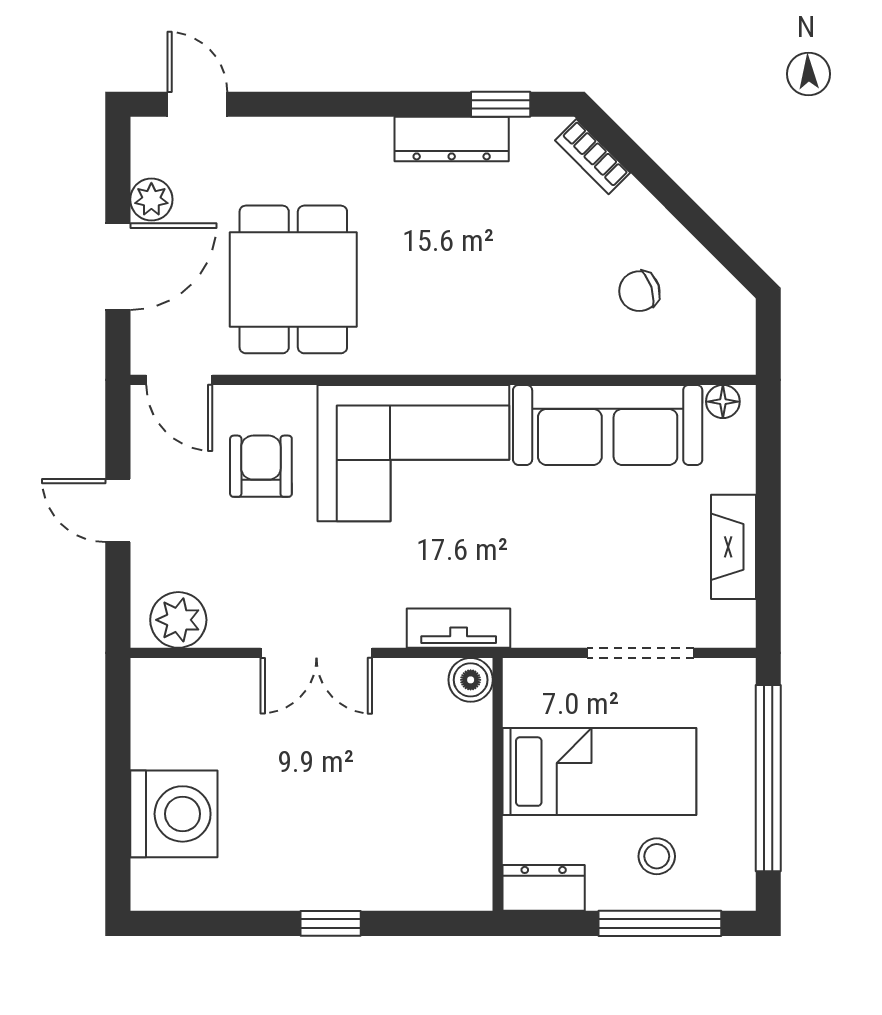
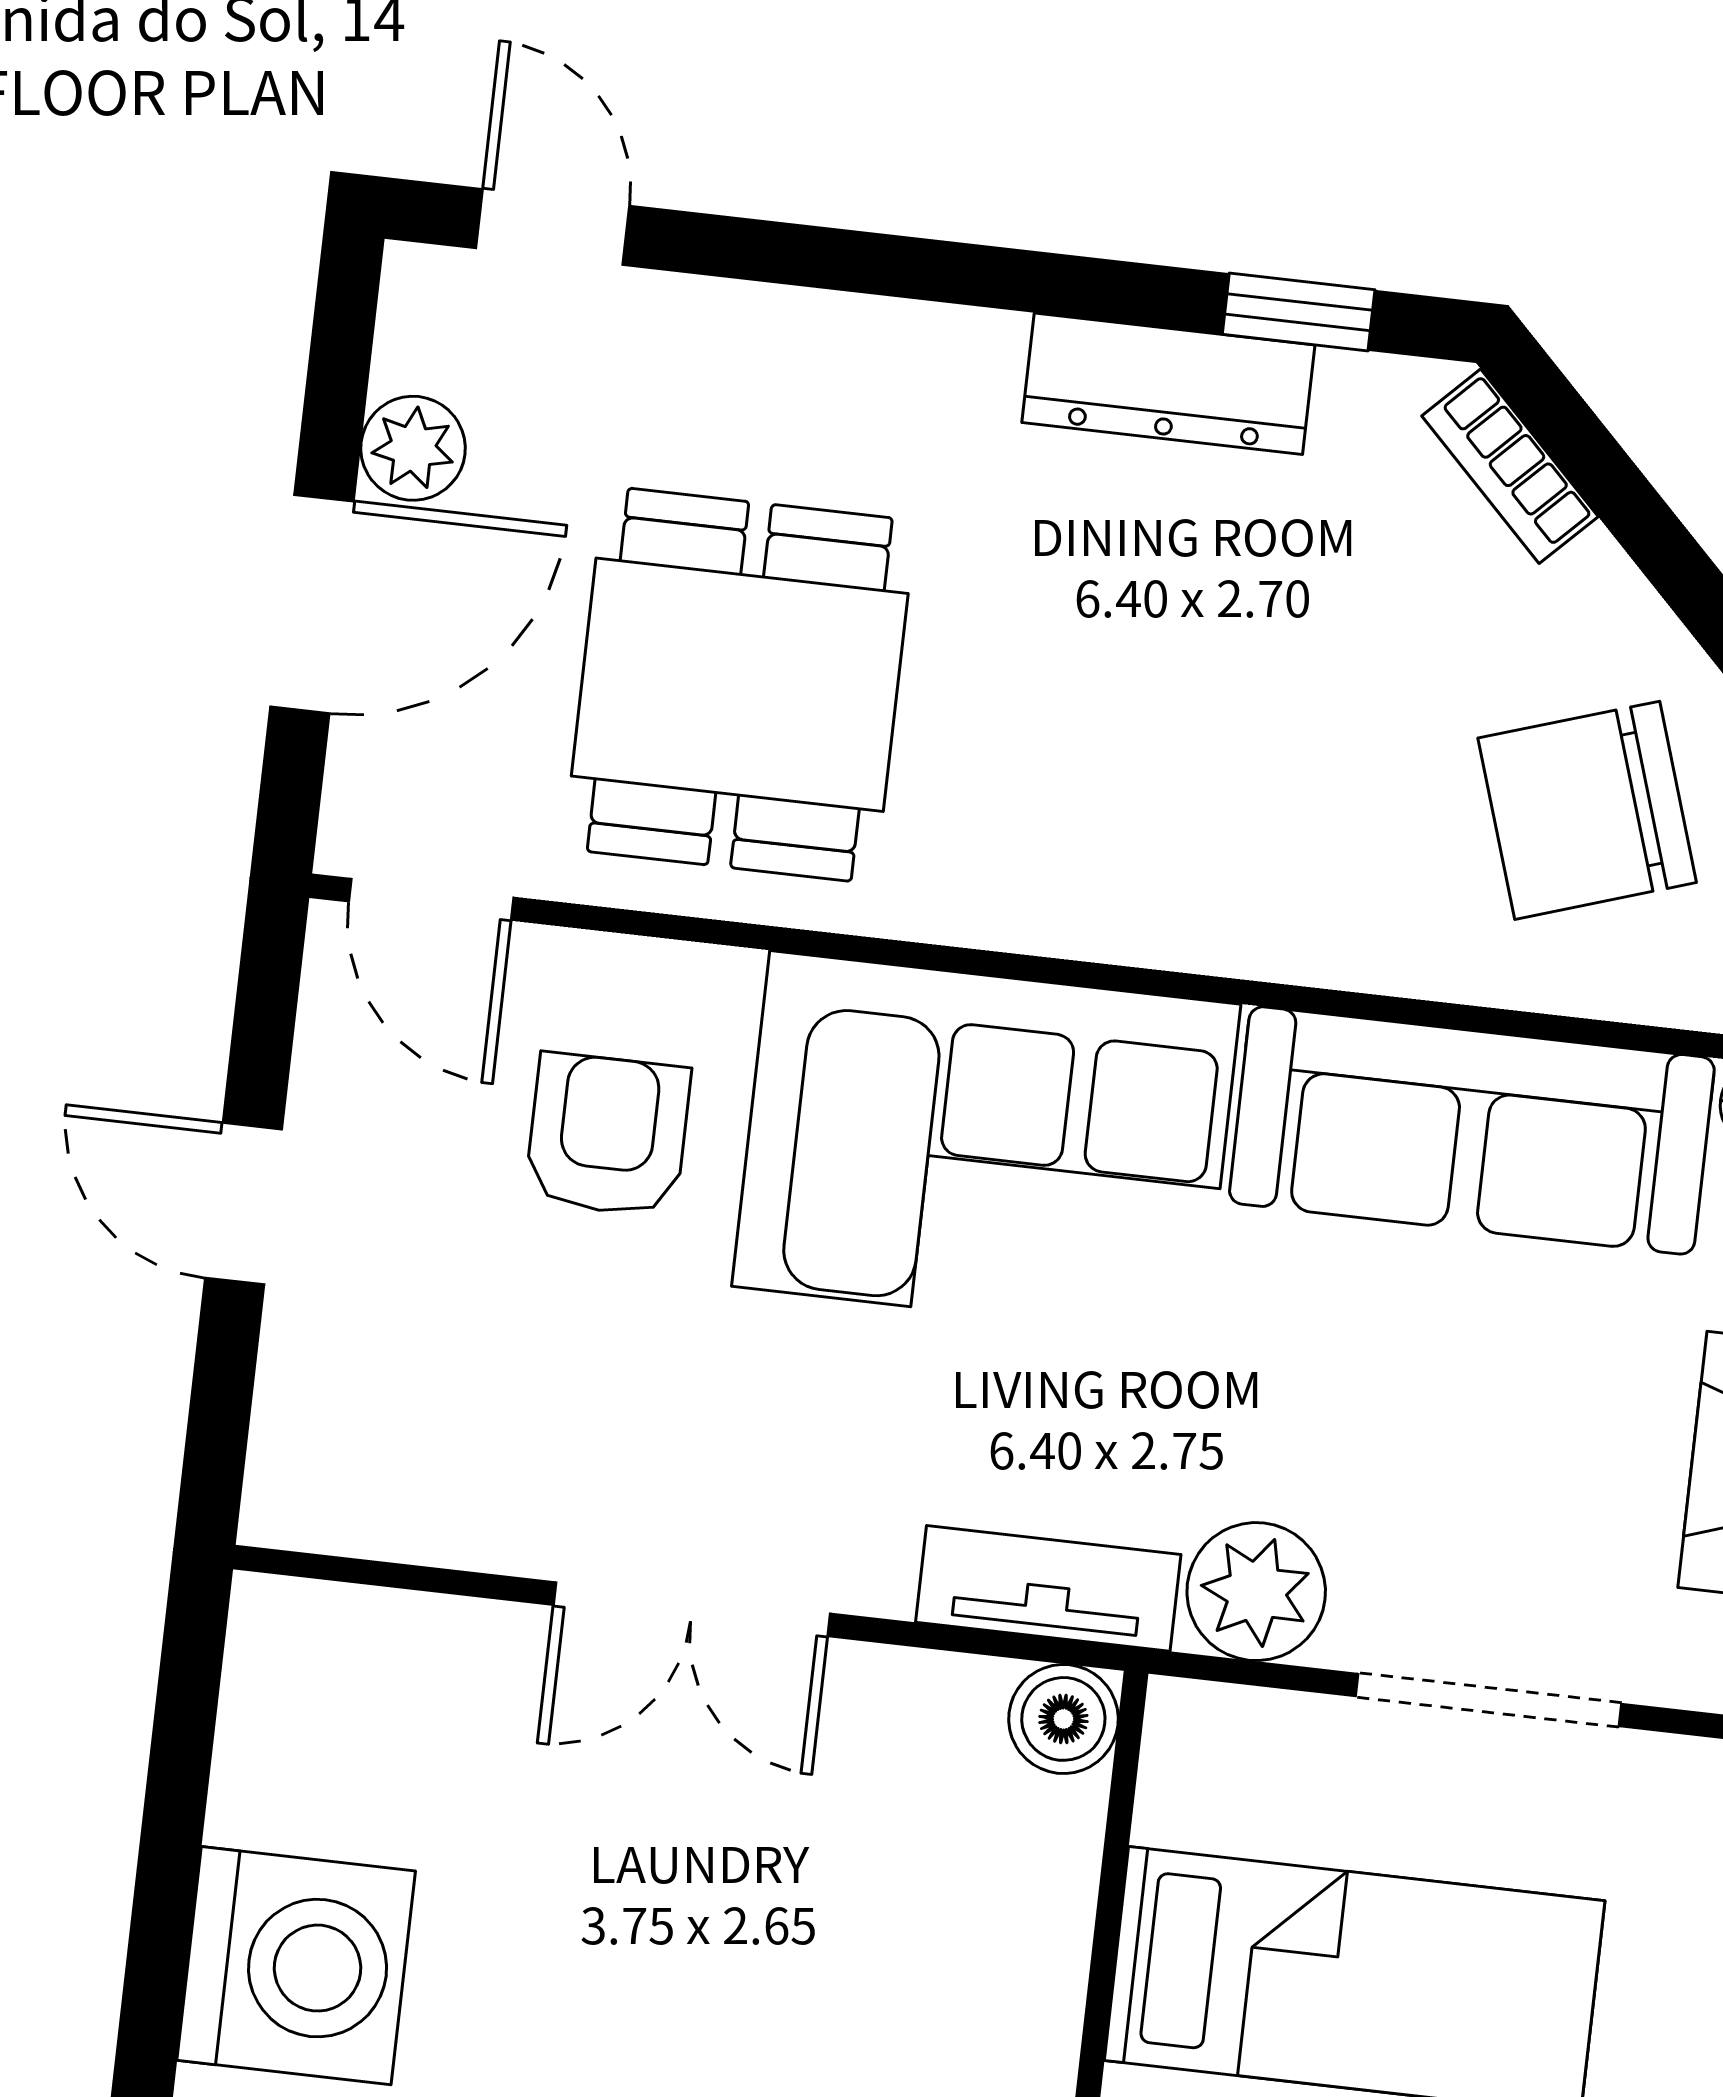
chair: (639, 291) -> (1587, 810), width x1.87, depth x1.87
plant: (178, 620) -> (1256, 1592), moved

